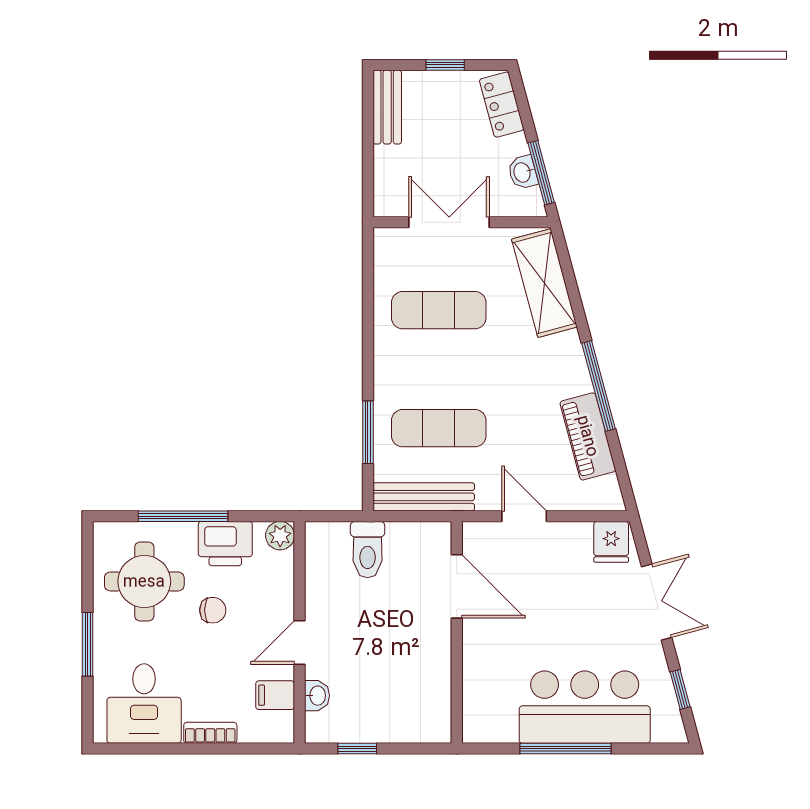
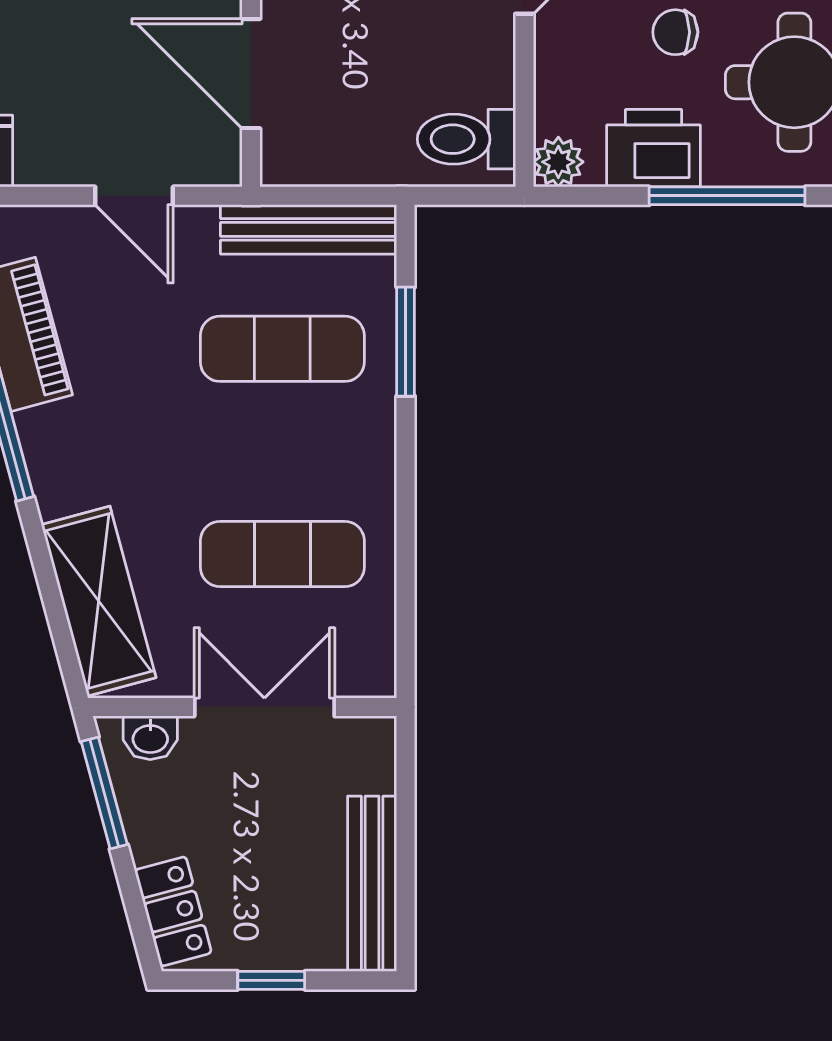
bench: (387, 107) -> (372, 884), width x1.36
washbasin: (523, 172) -> (150, 738), moved, turned 105
double door: (449, 222) -> (264, 707), swing flipped
toilet: (368, 550) -> (466, 139), moved, turned -90

